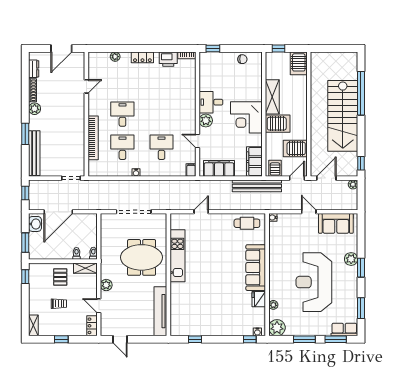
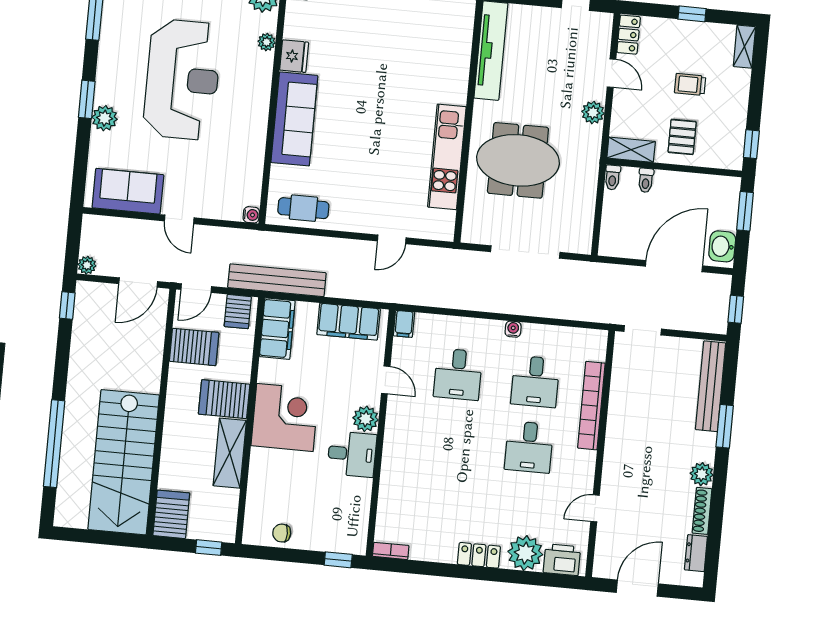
plant: (115, 57) -> (525, 553), width x1.88, depth x1.88
printer: (168, 59) -> (562, 560), moved
stairs: (343, 116) -> (124, 462), moved, turned 180

